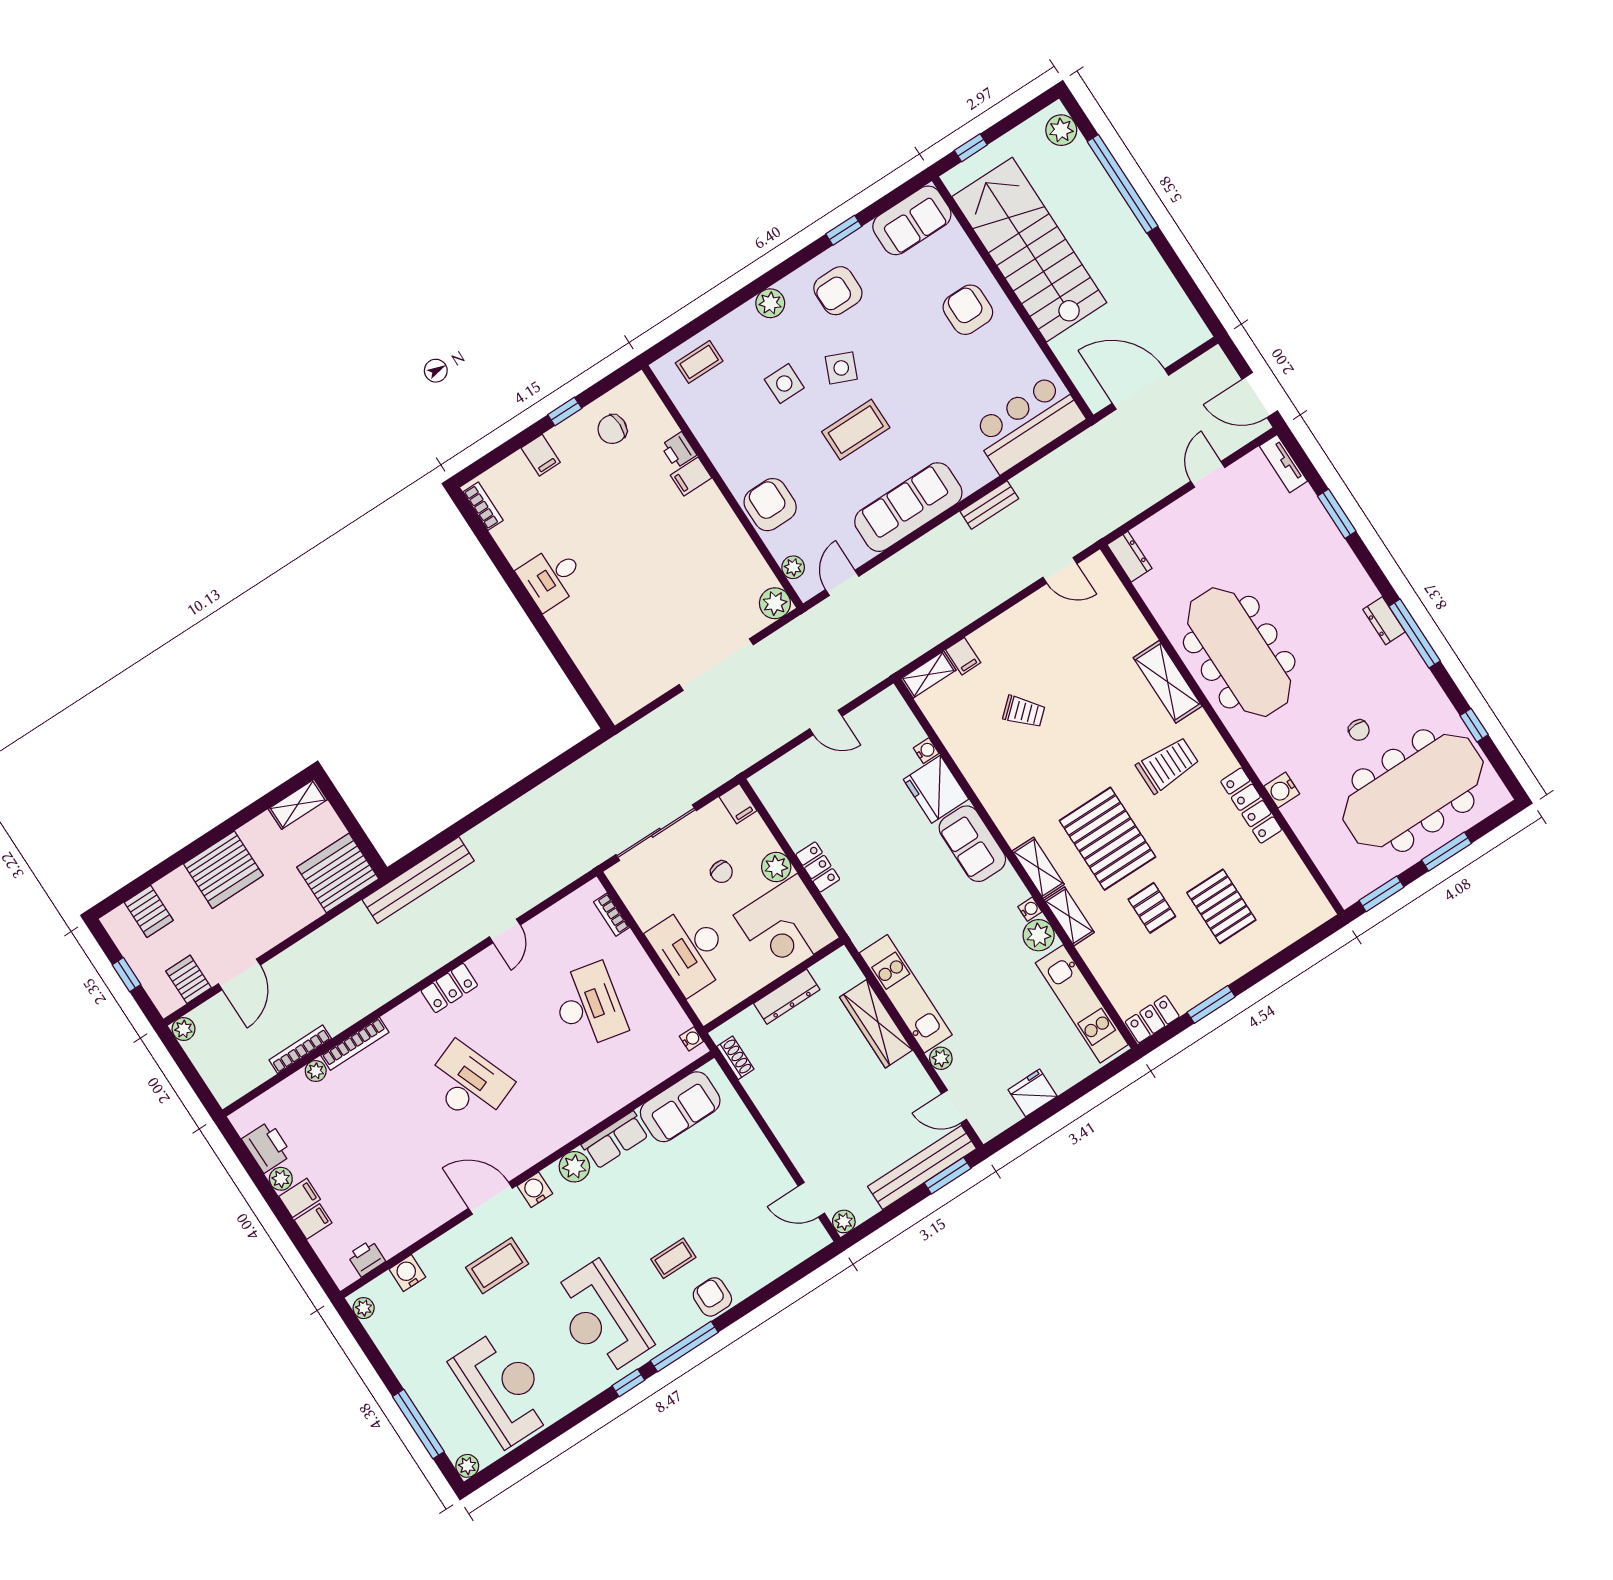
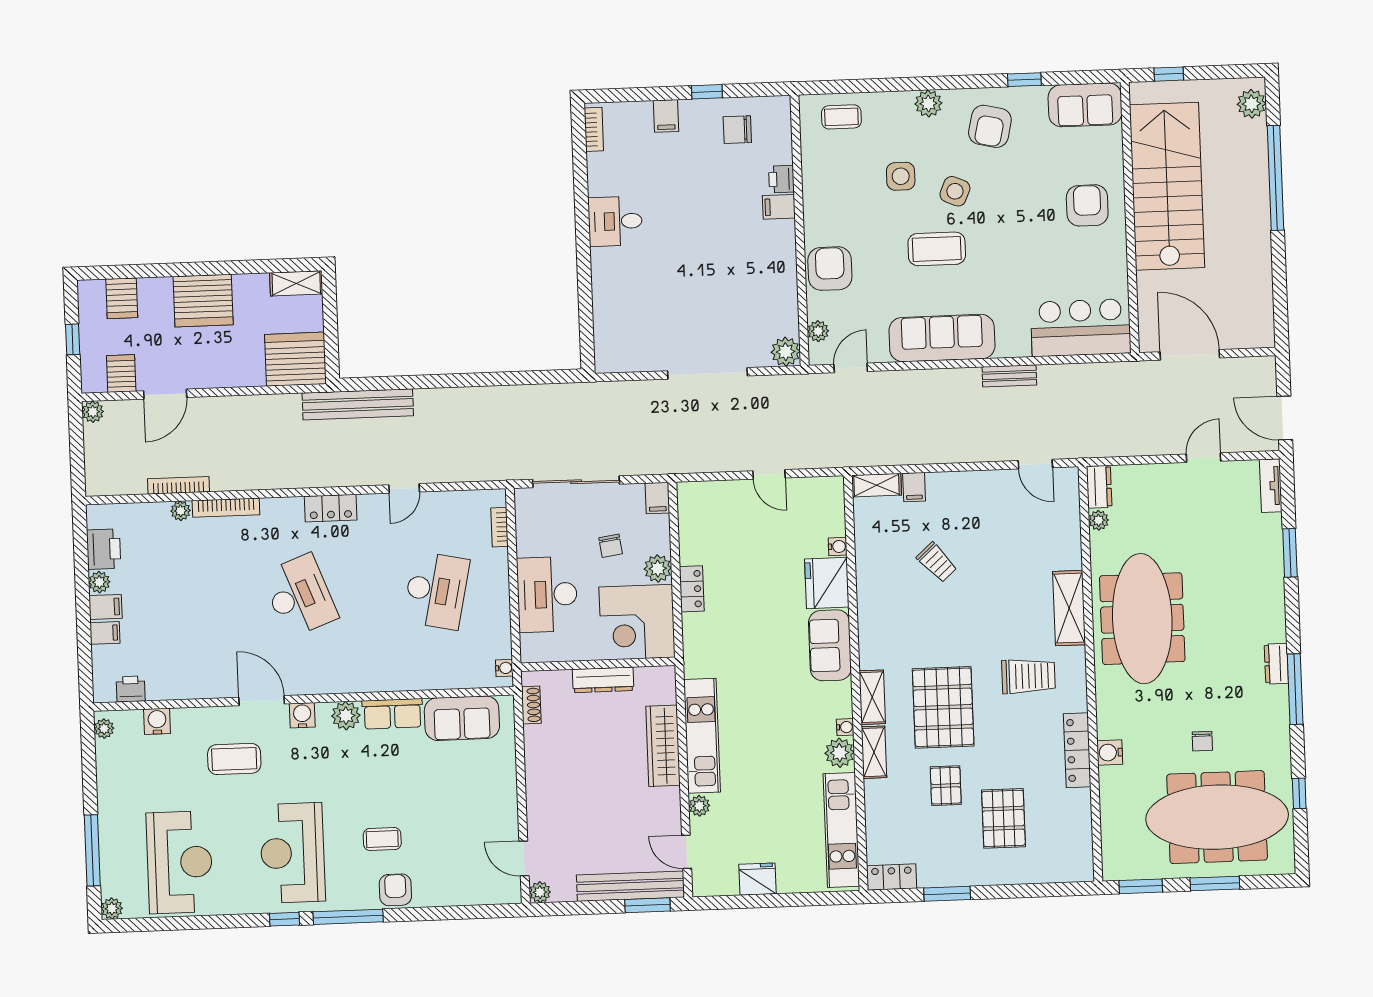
armchair: (838, 291) -> (990, 126), turned -77
plant: (1147, 587) -> (1099, 520), added

